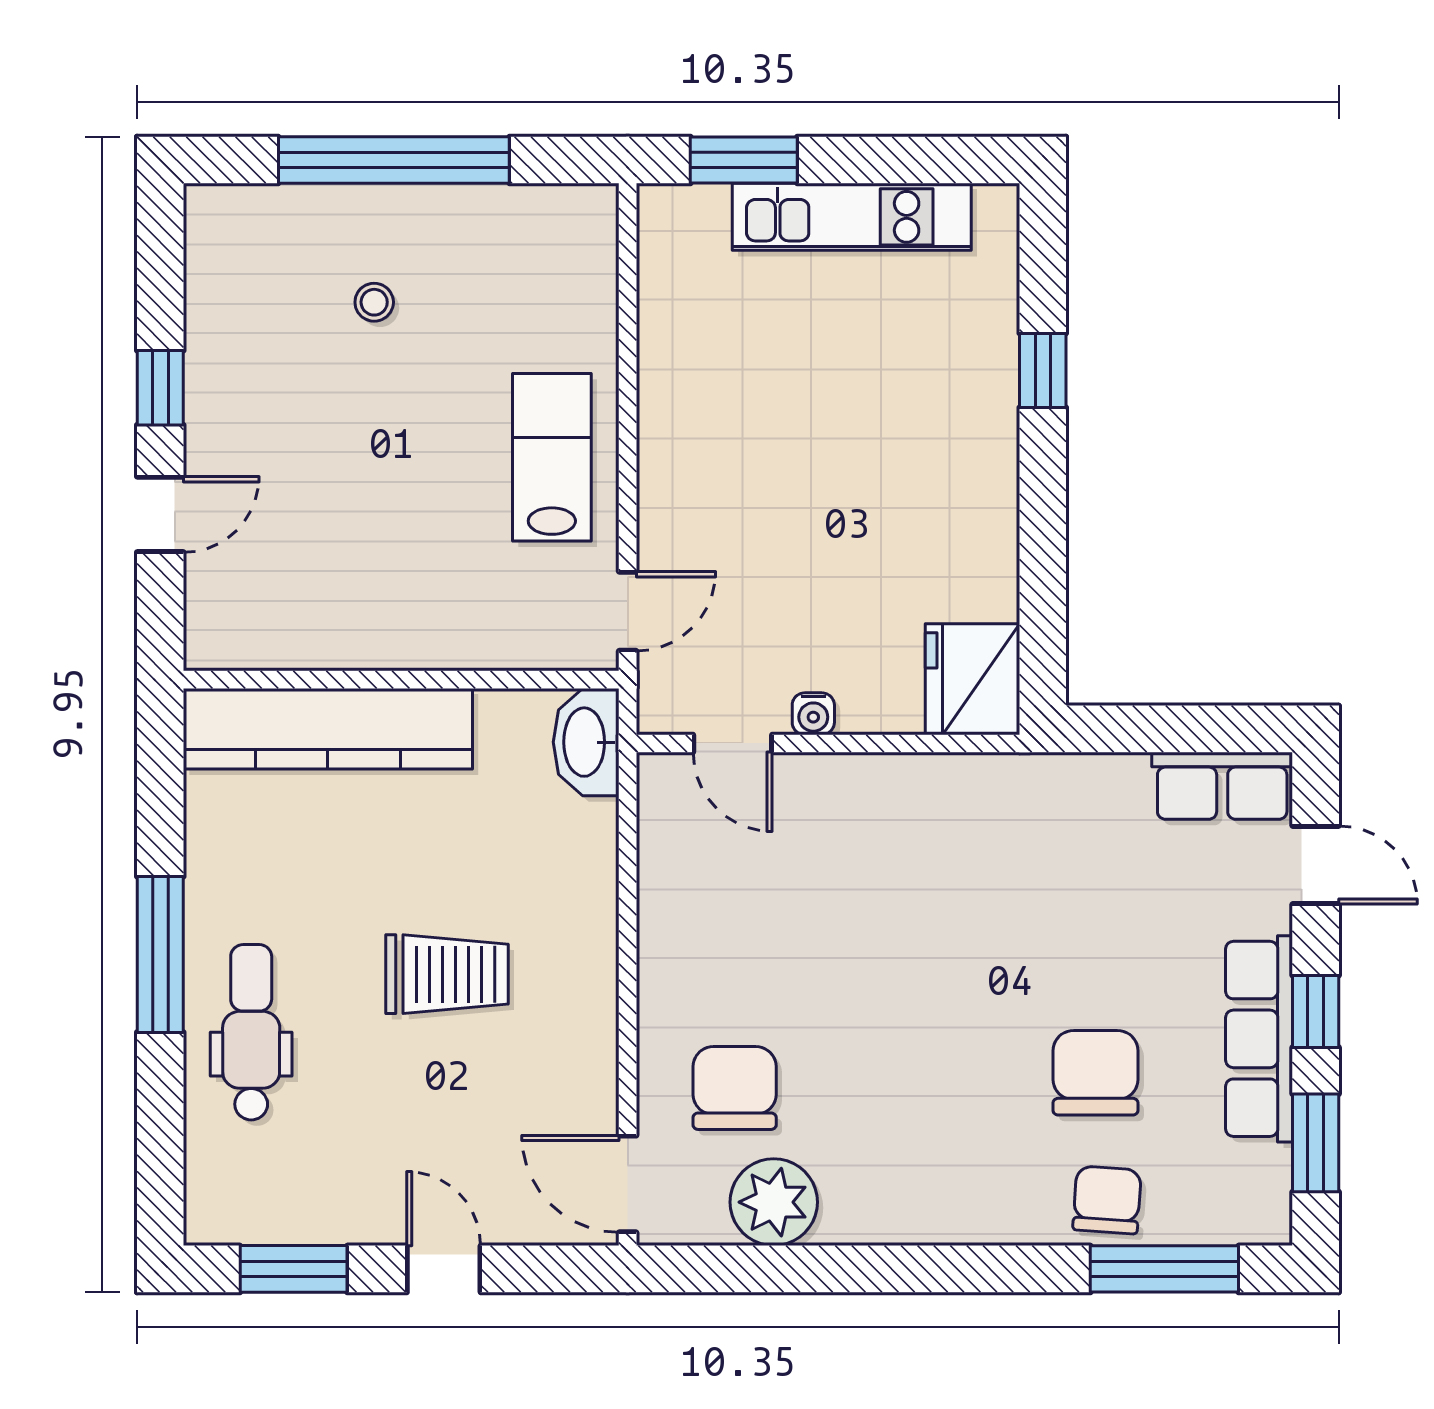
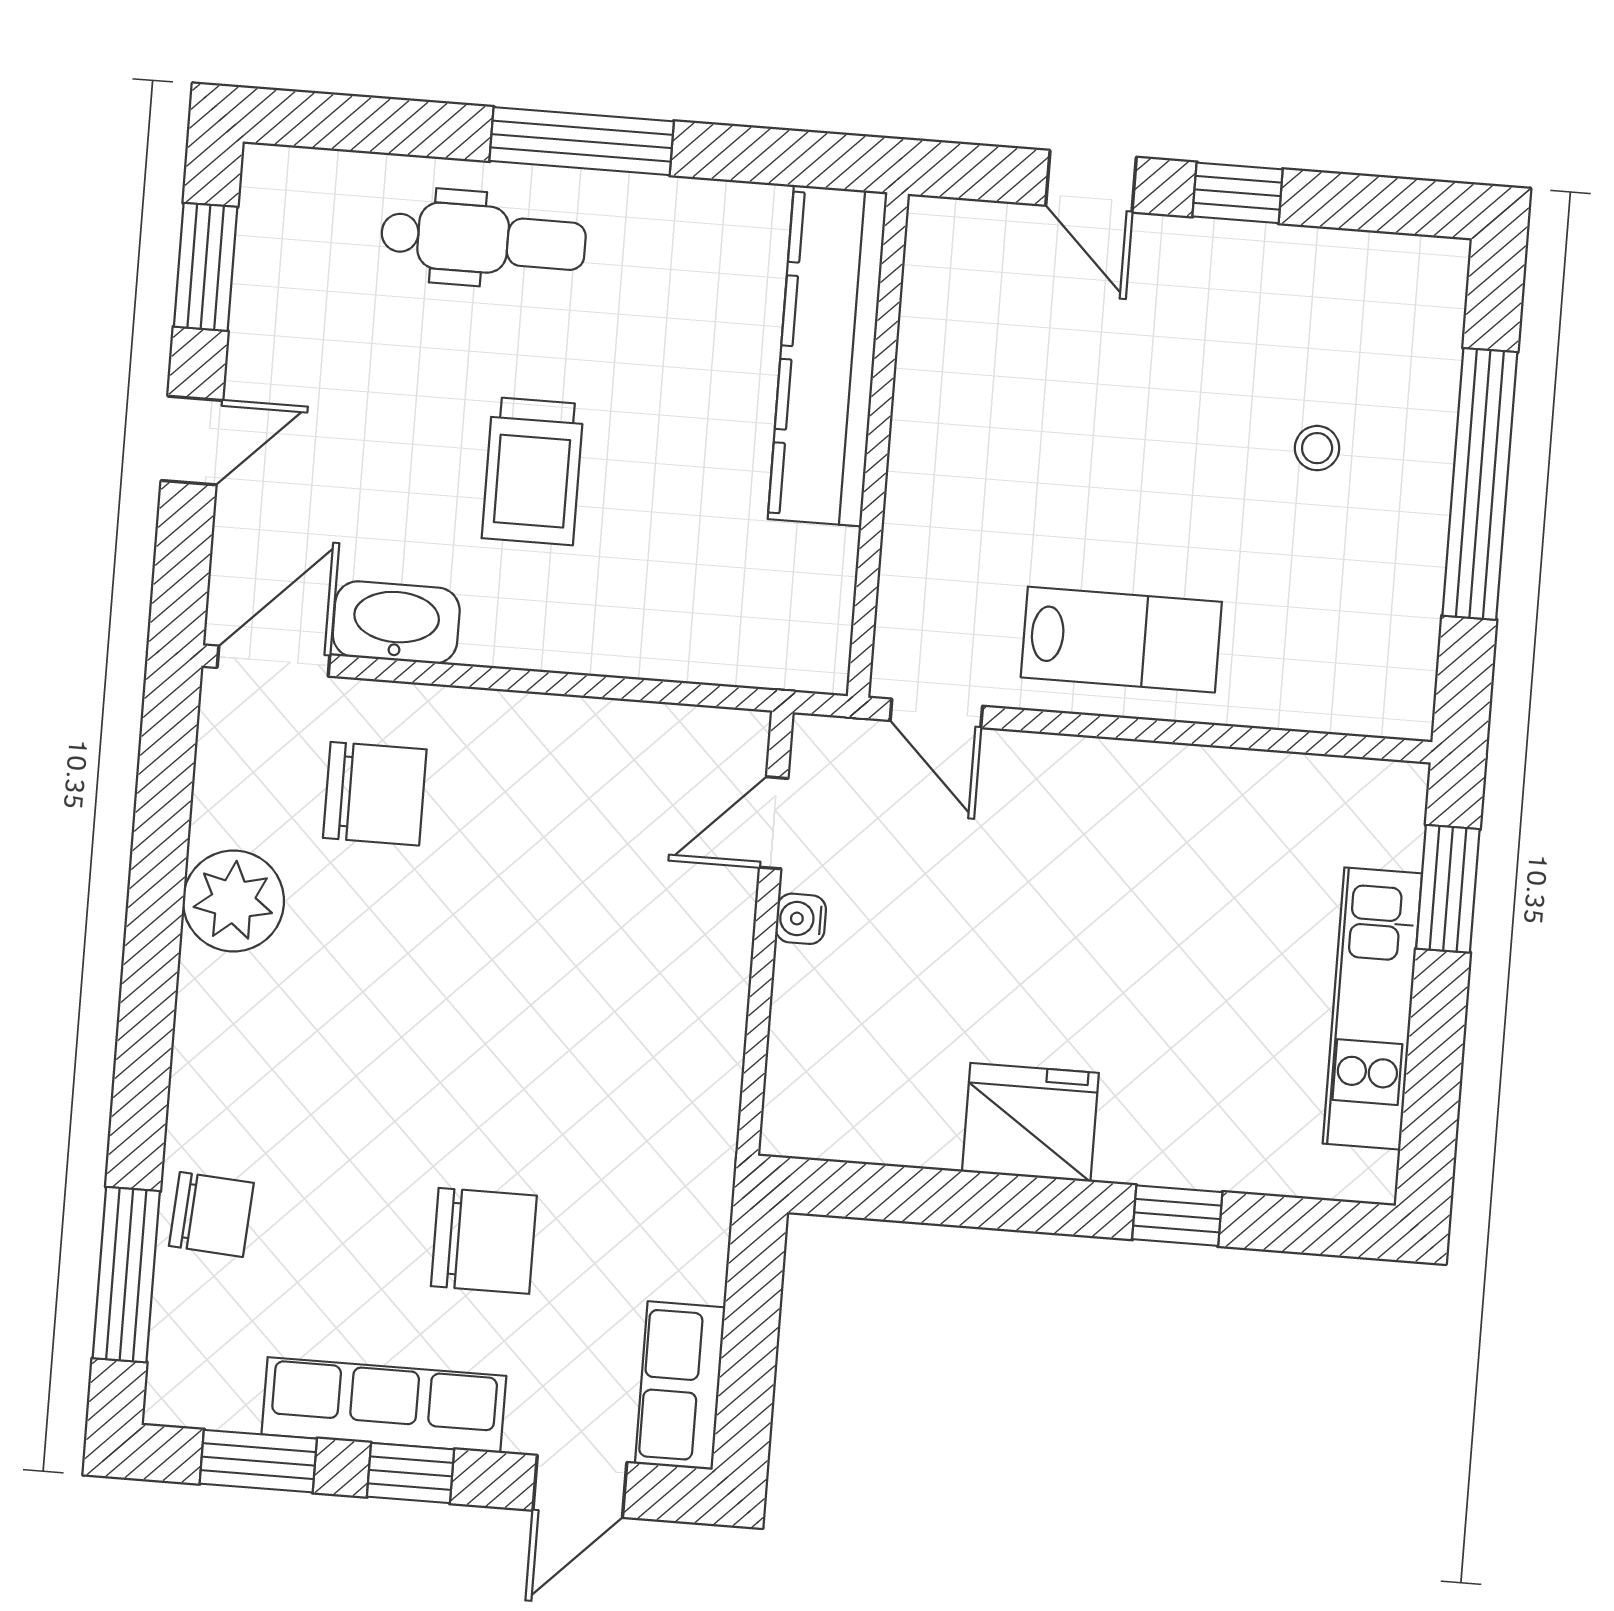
fridge: (973, 679) -> (1030, 1122), moved
washbasin: (586, 742) -> (396, 622), moved
chair: (1095, 1073) -> (484, 1241), moved
plant: (774, 1202) -> (233, 901), moved

